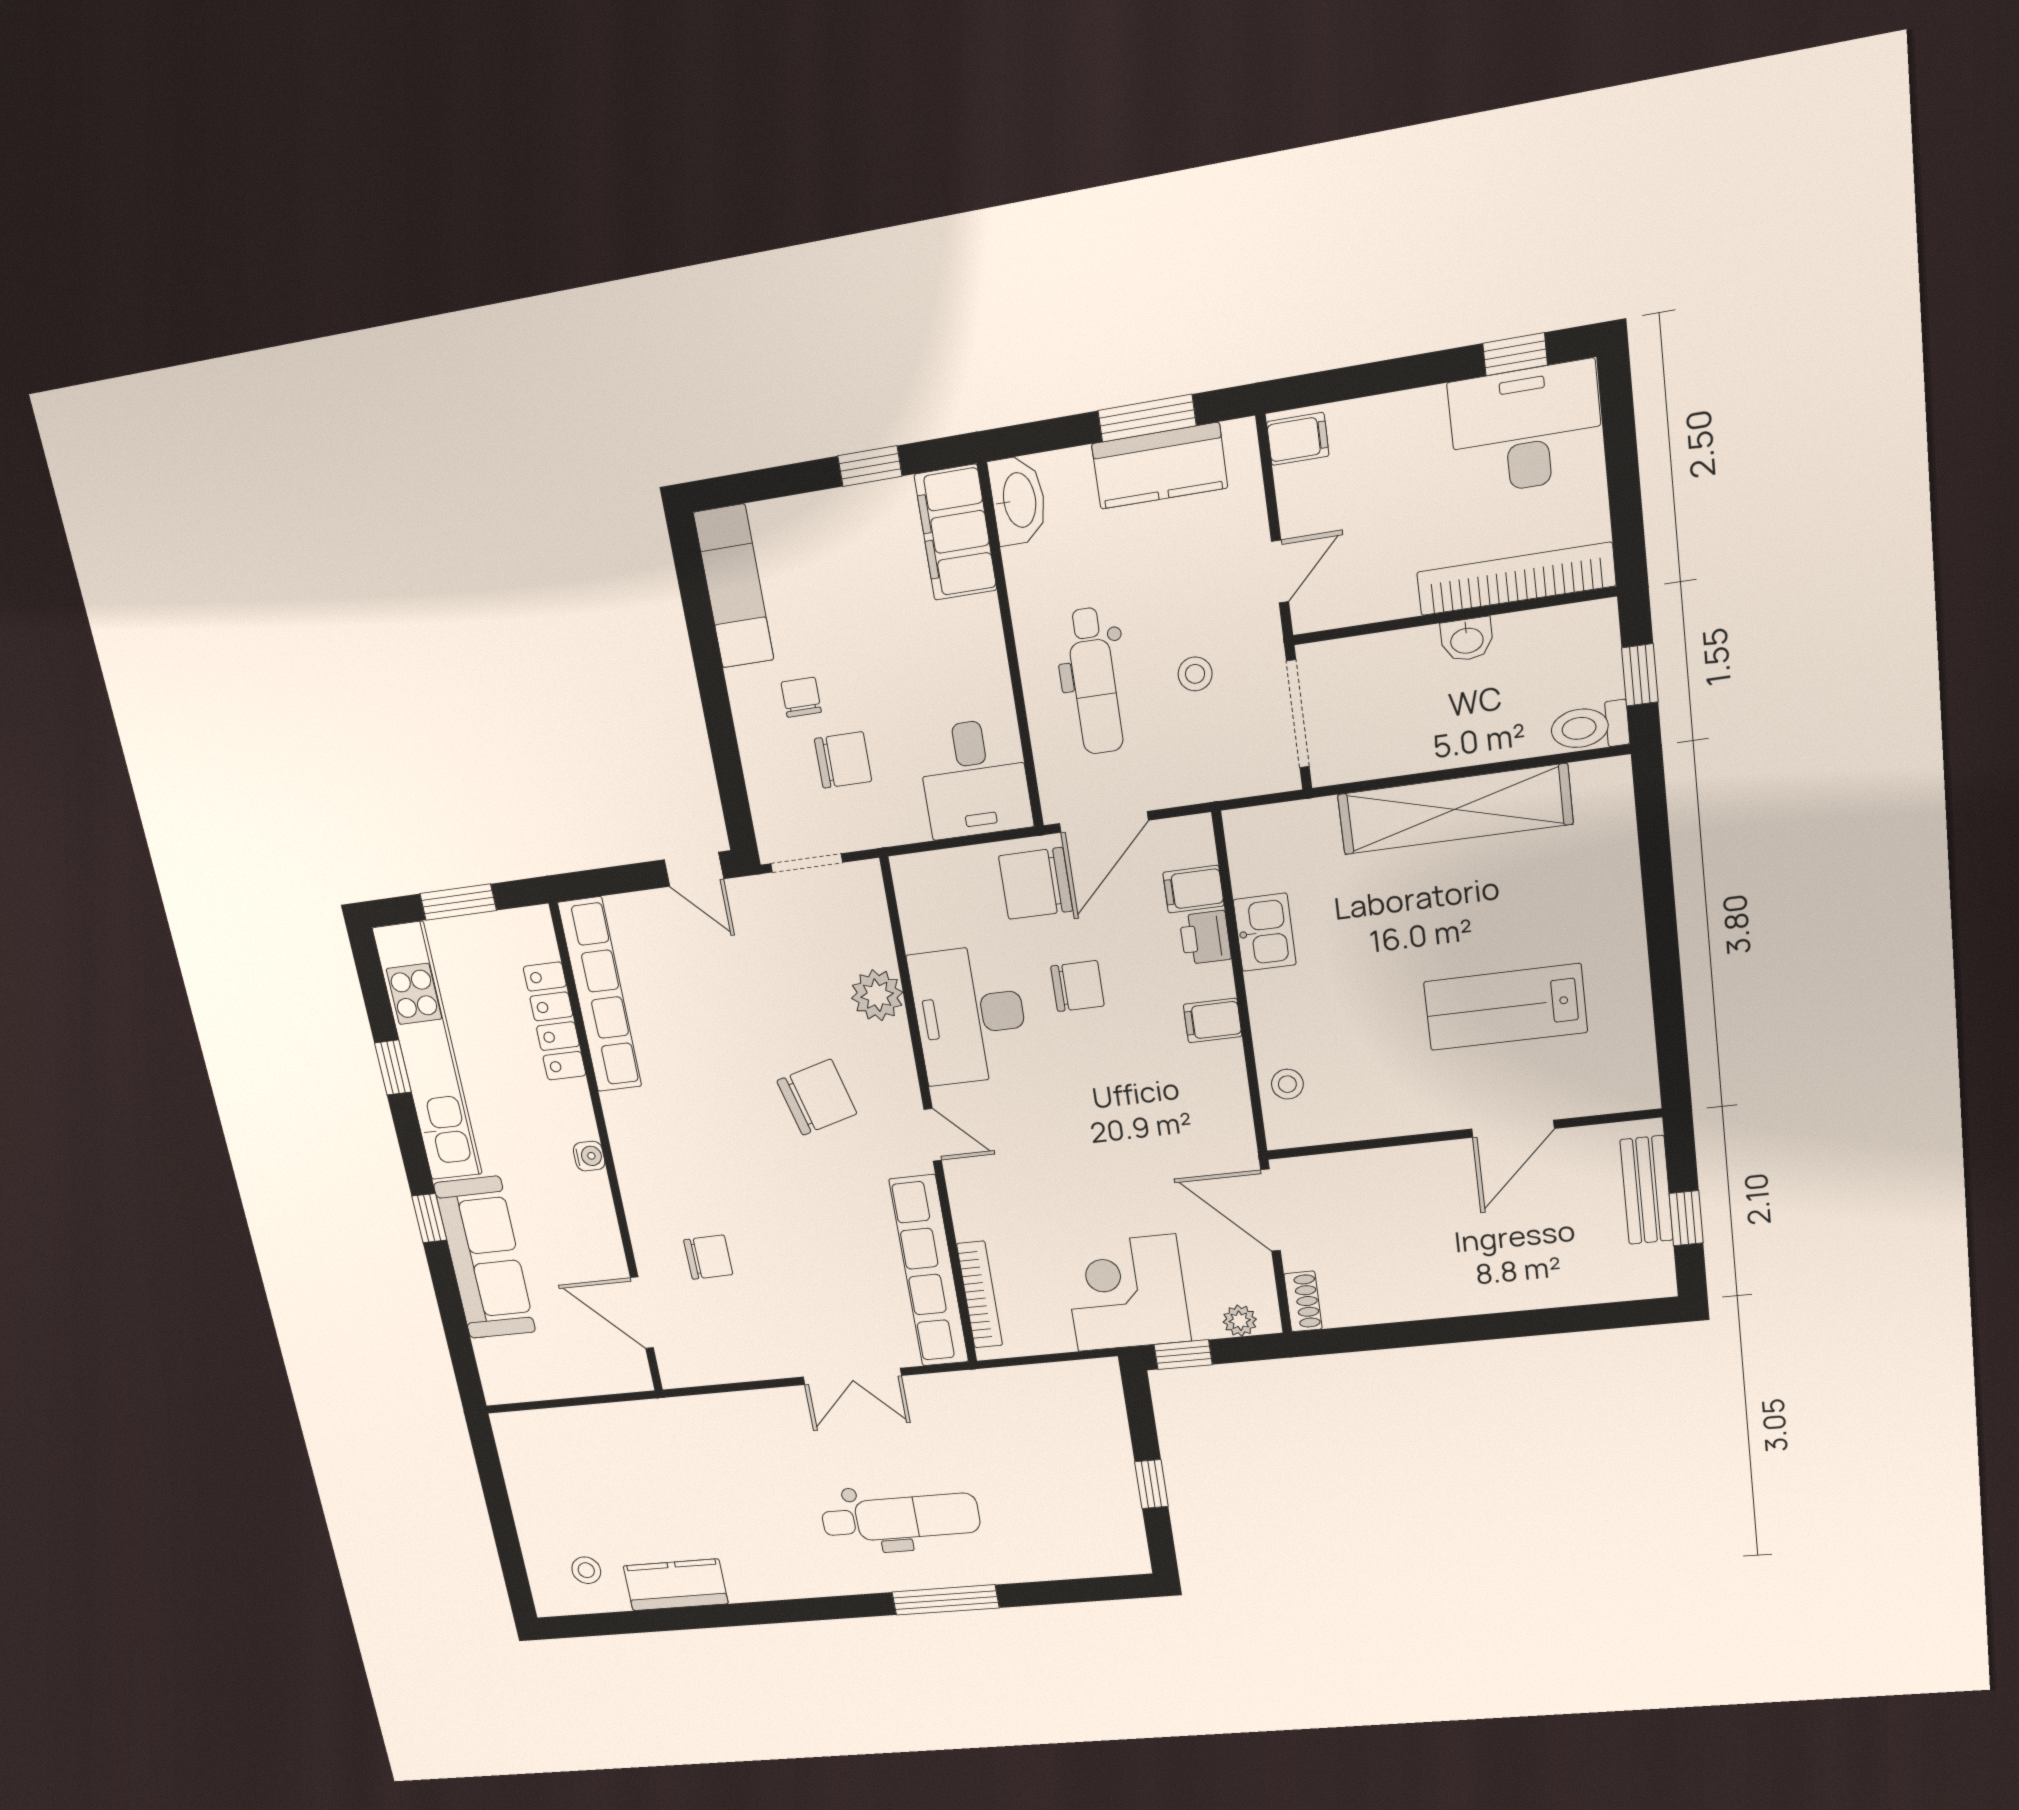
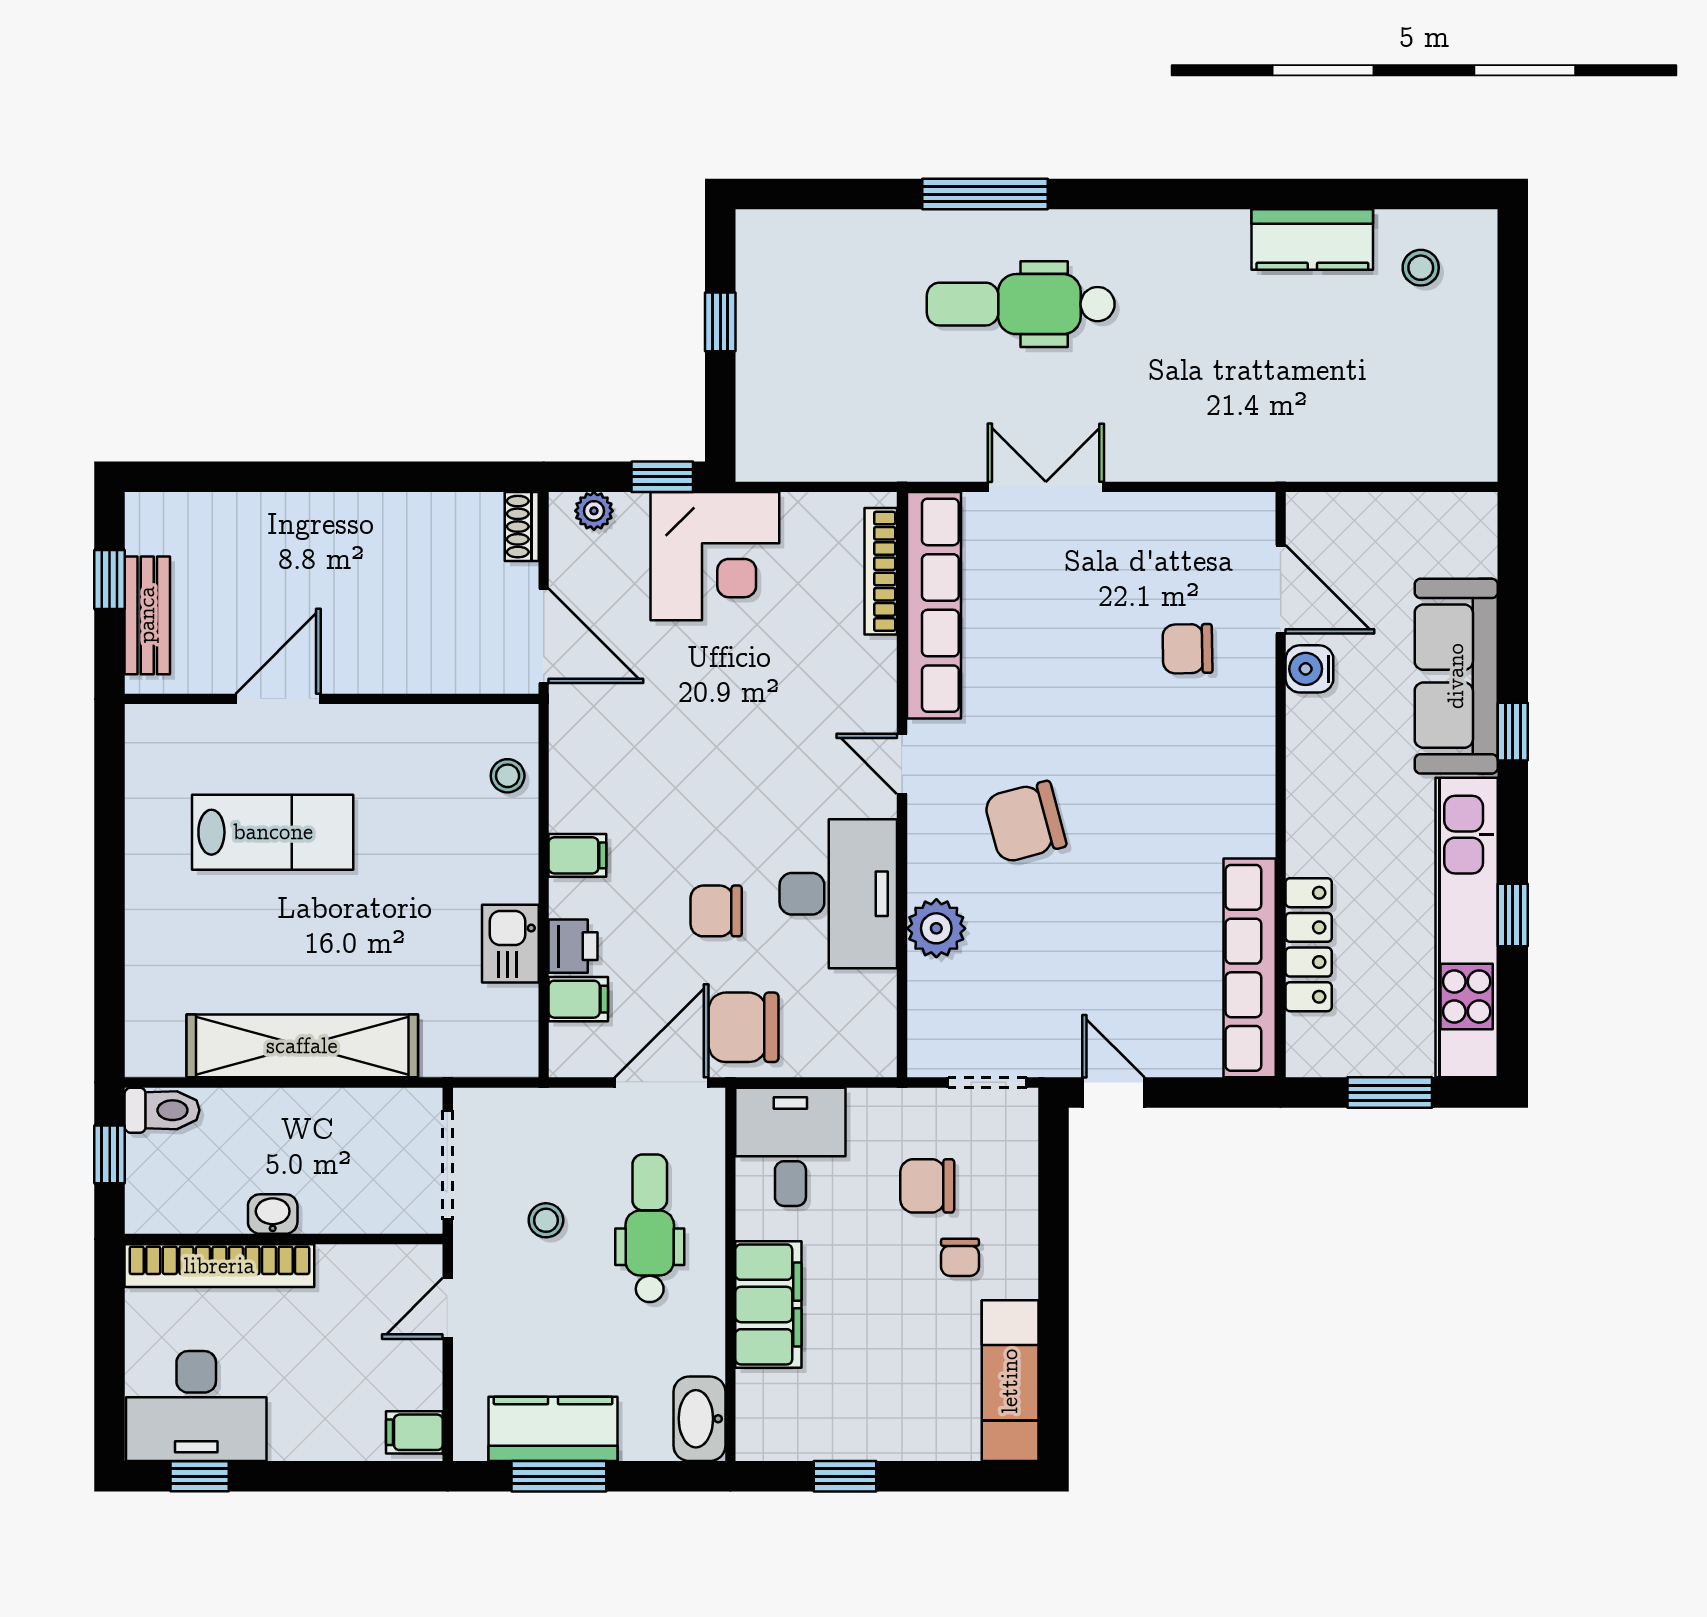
filing cabinet: (956, 532) -> (768, 1304), moved
chair: (1036, 883) -> (744, 1027), turned 180
water cooler: (589, 1156) -> (1309, 669), moved, width x1.38, depth x1.38

